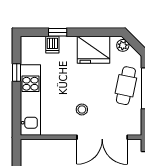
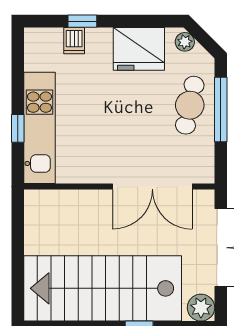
window: (17, 72) -> (18, 128), moved
stool: (82, 109) -> (121, 143), removed

